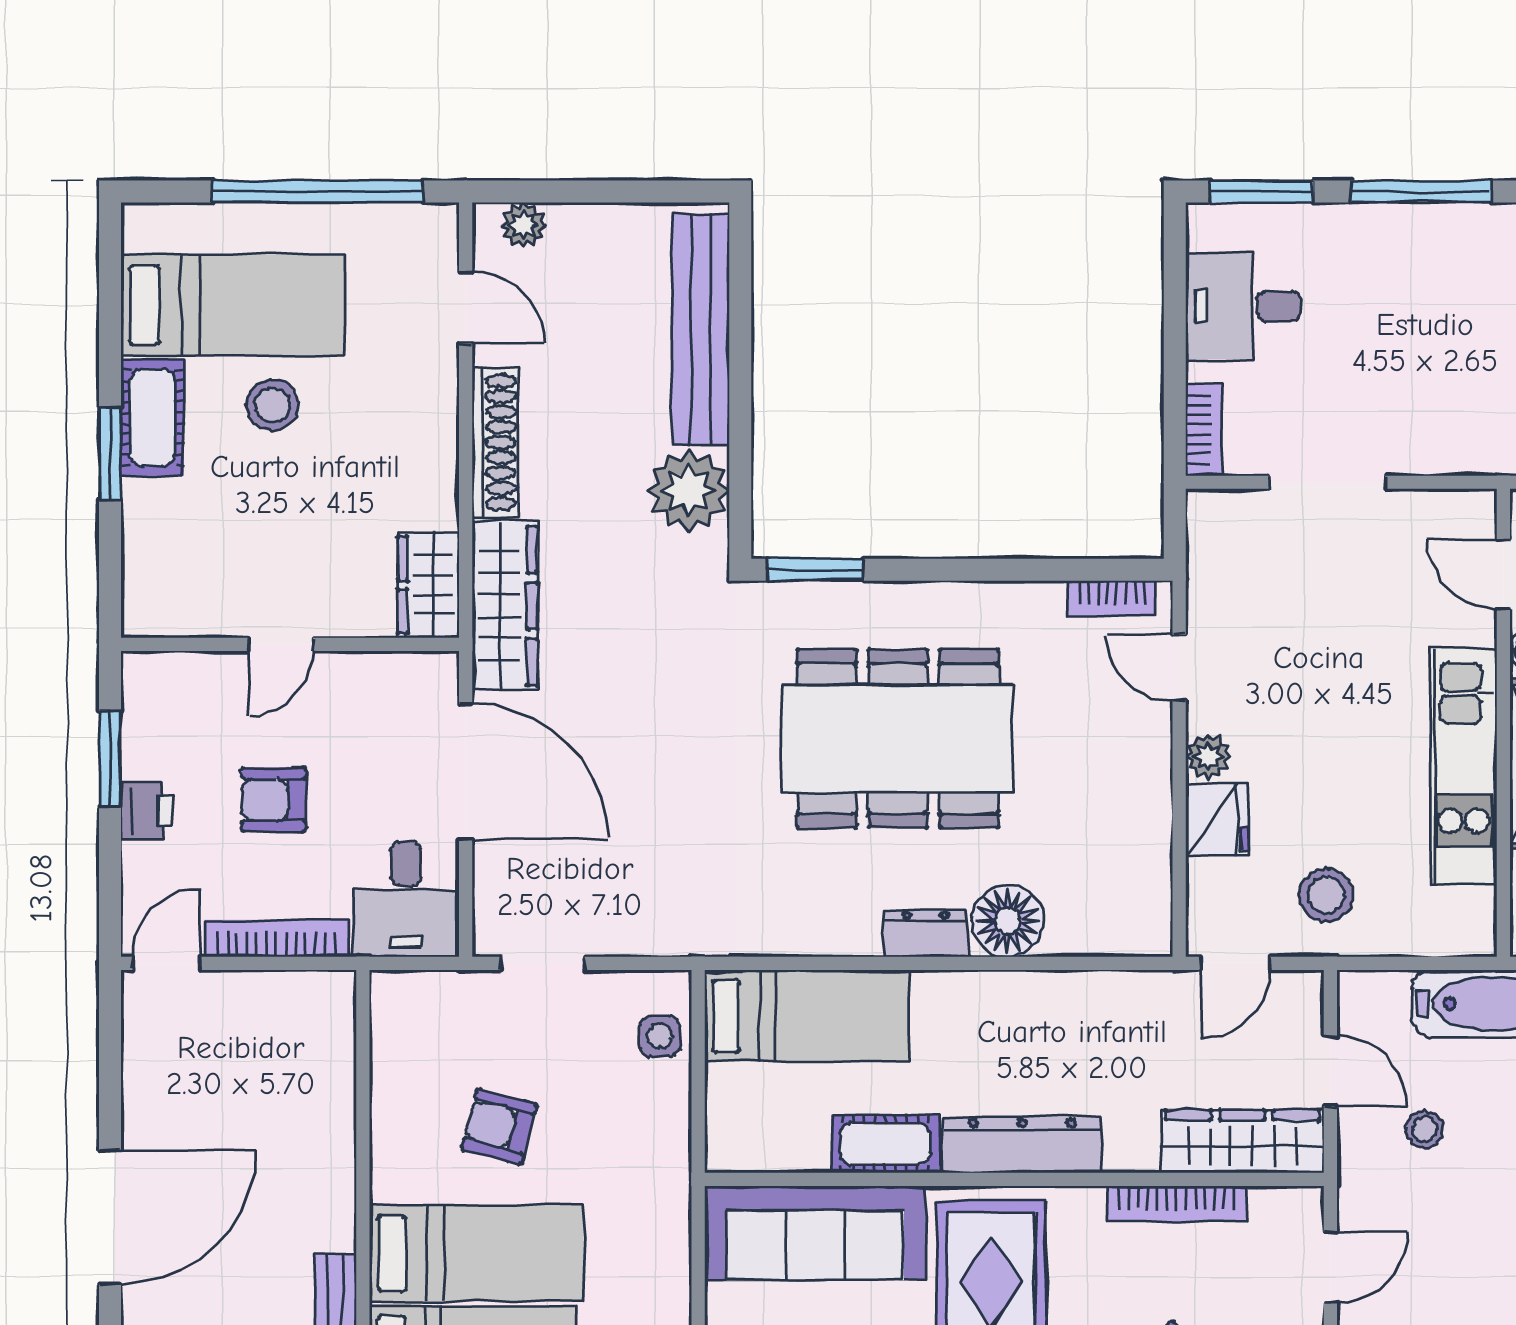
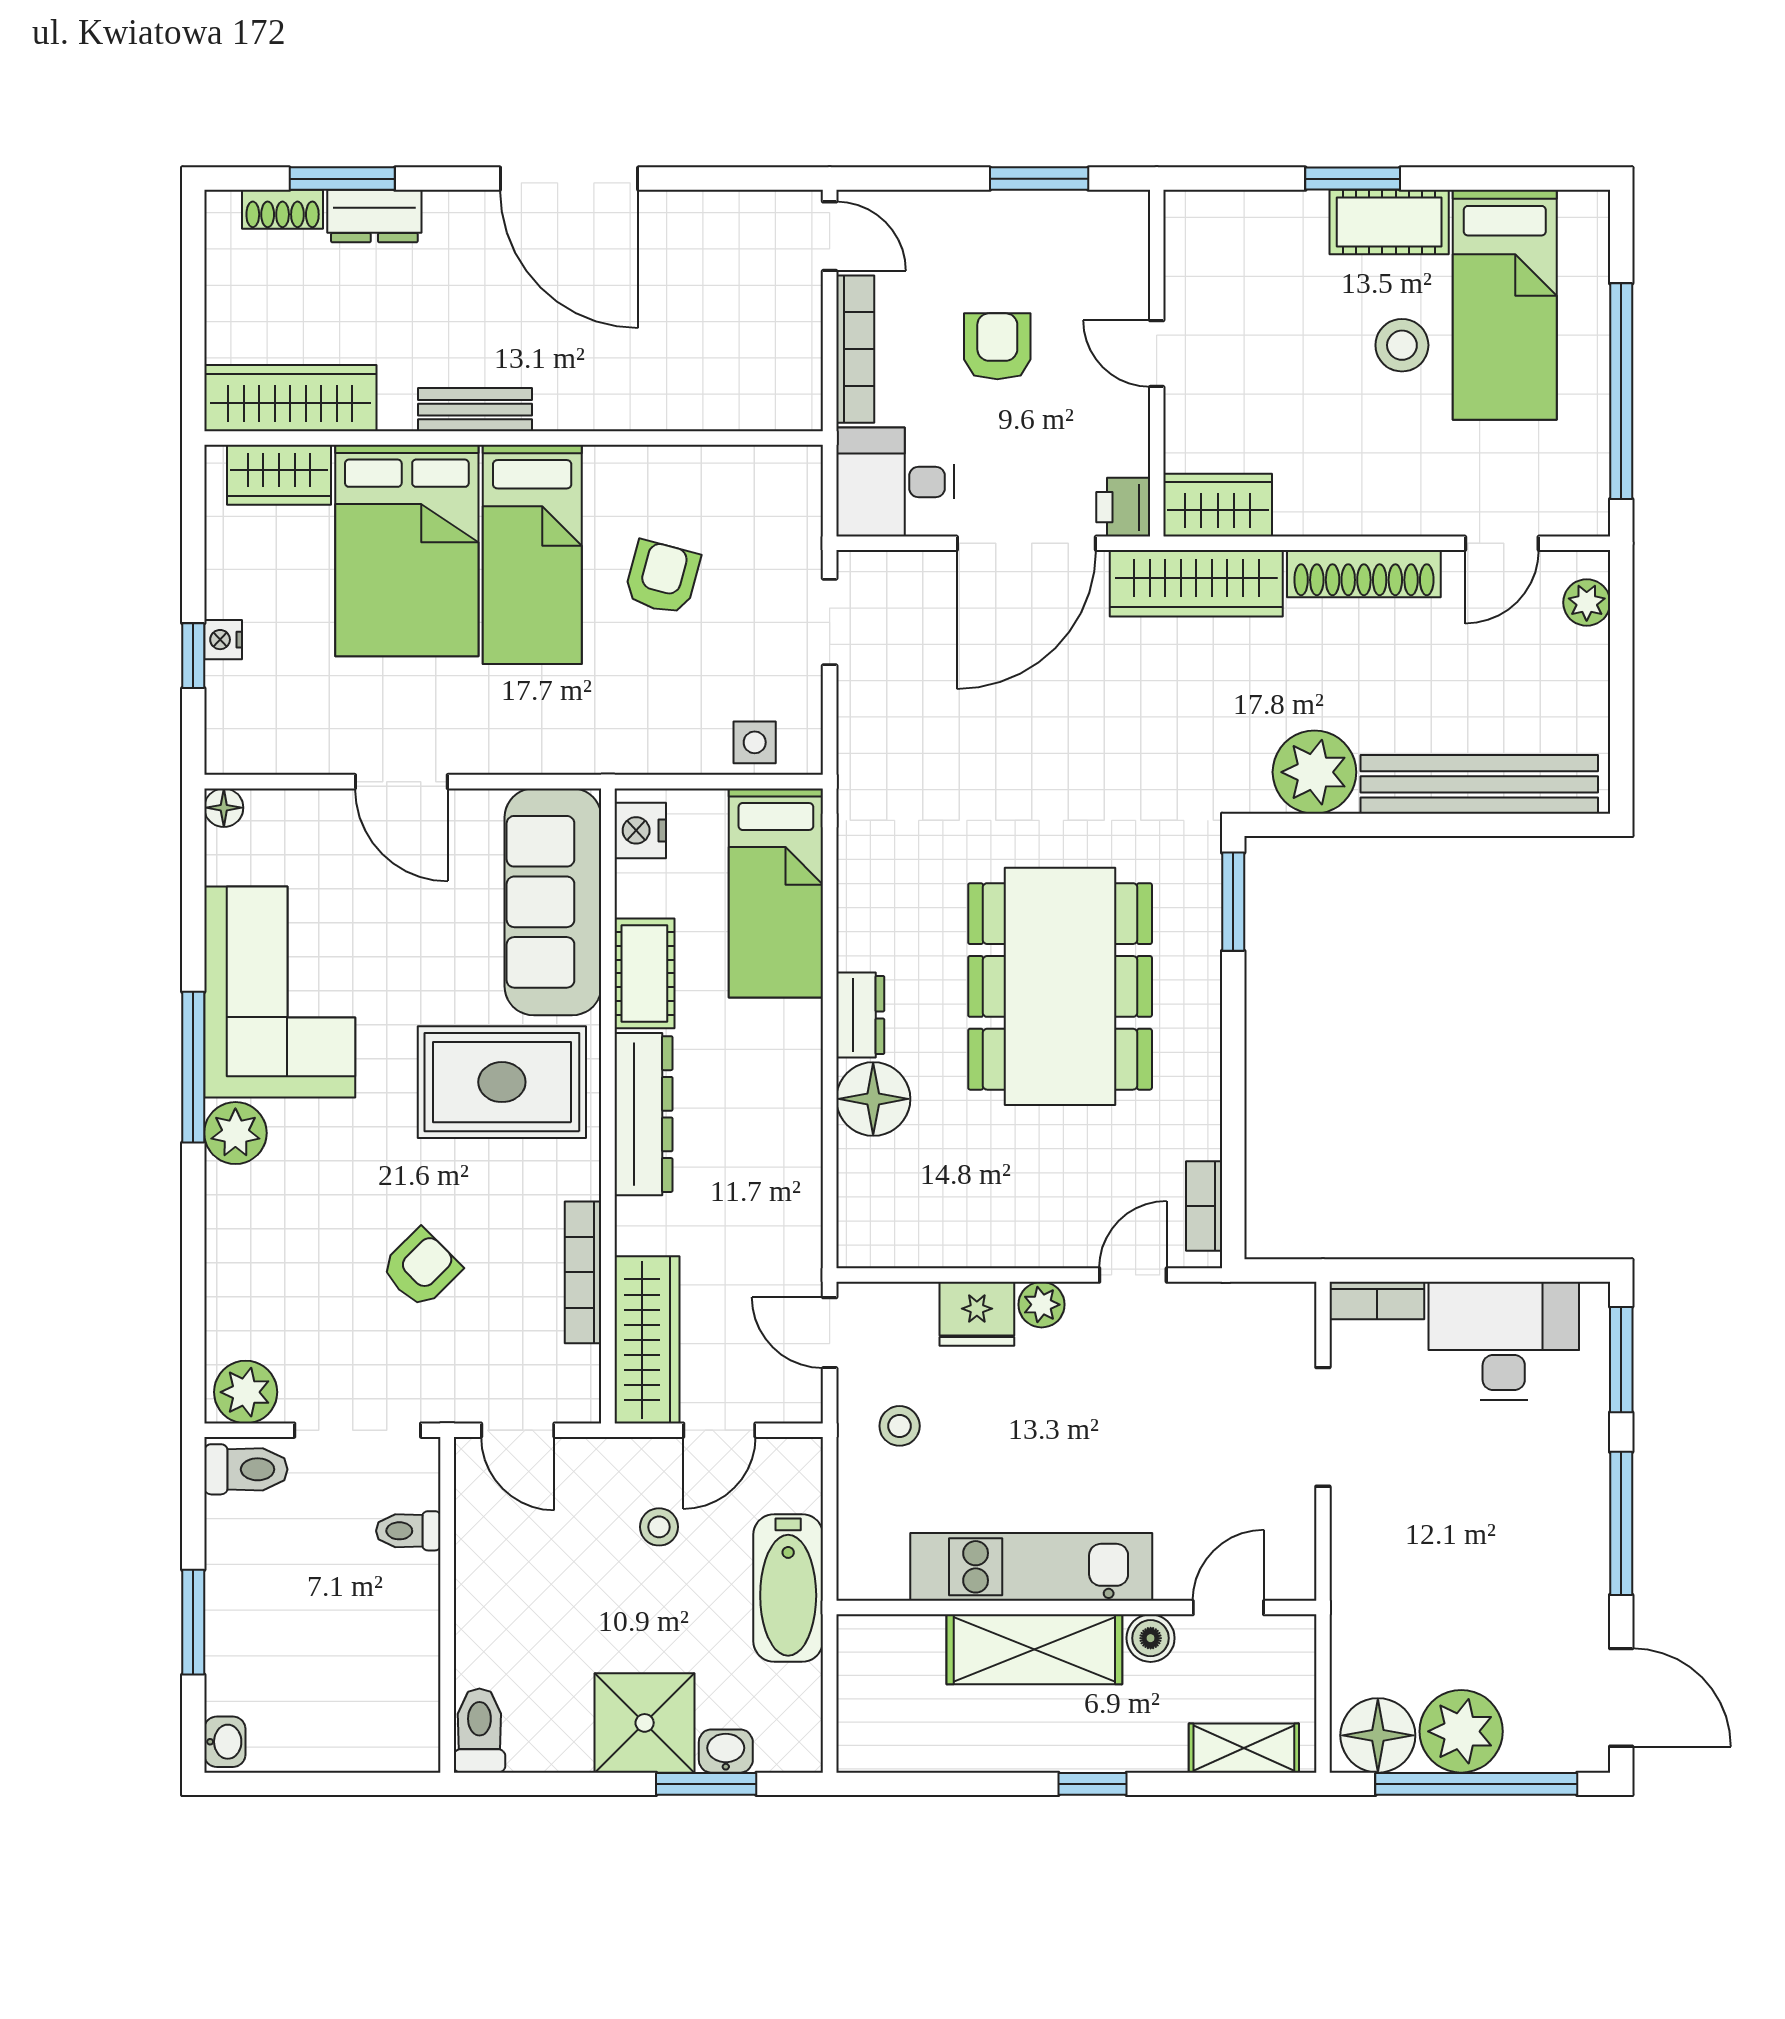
desk: (1243, 306) -> (1504, 1341), width x1.37
printer: (147, 810) -> (1123, 507), moved, turned 90
stool: (1326, 895) -> (900, 1426), width x0.73, depth x0.73
nightstand: (746, 1148) -> (640, 830), added

